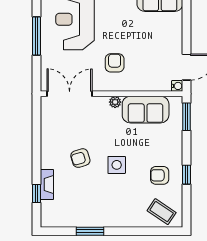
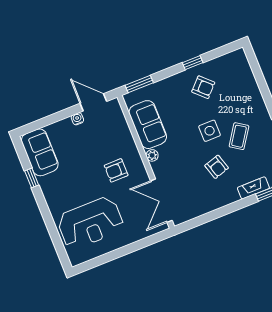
window: (37, 36) -> (120, 252), removed
water cooler: (177, 86) -> (77, 119), moved
armchair: (160, 175) -> (203, 87), turned -46
coffee table: (162, 212) -> (239, 136), moved

